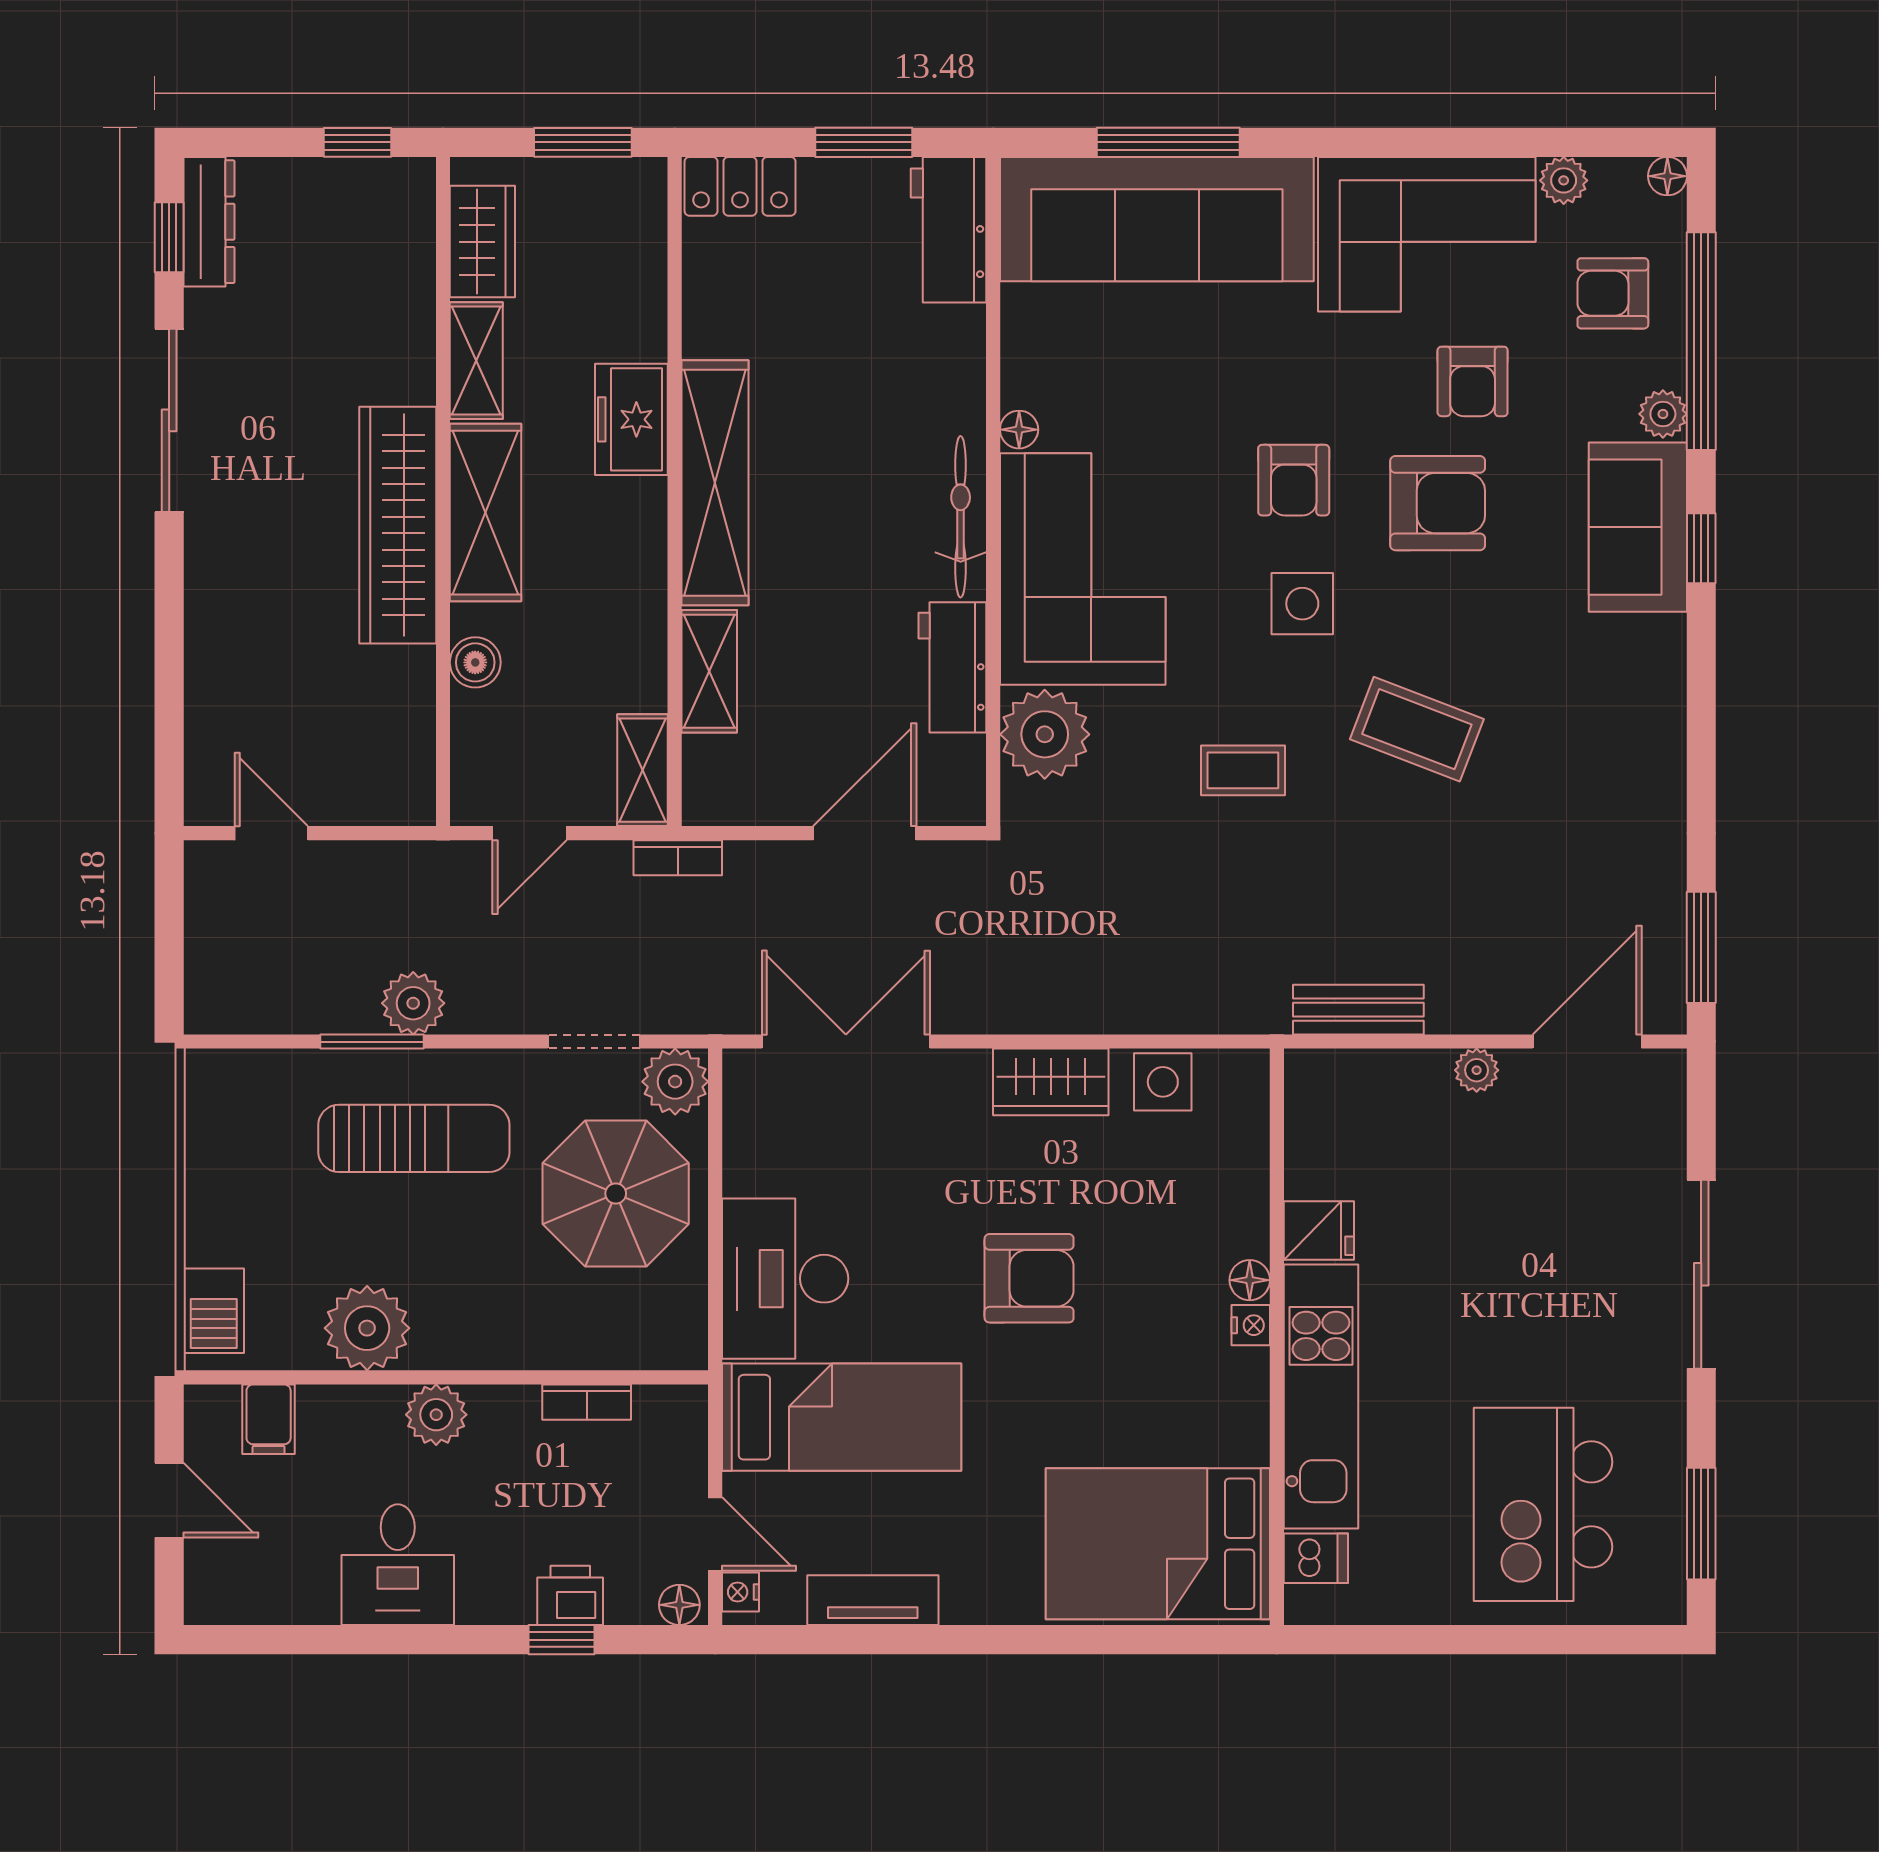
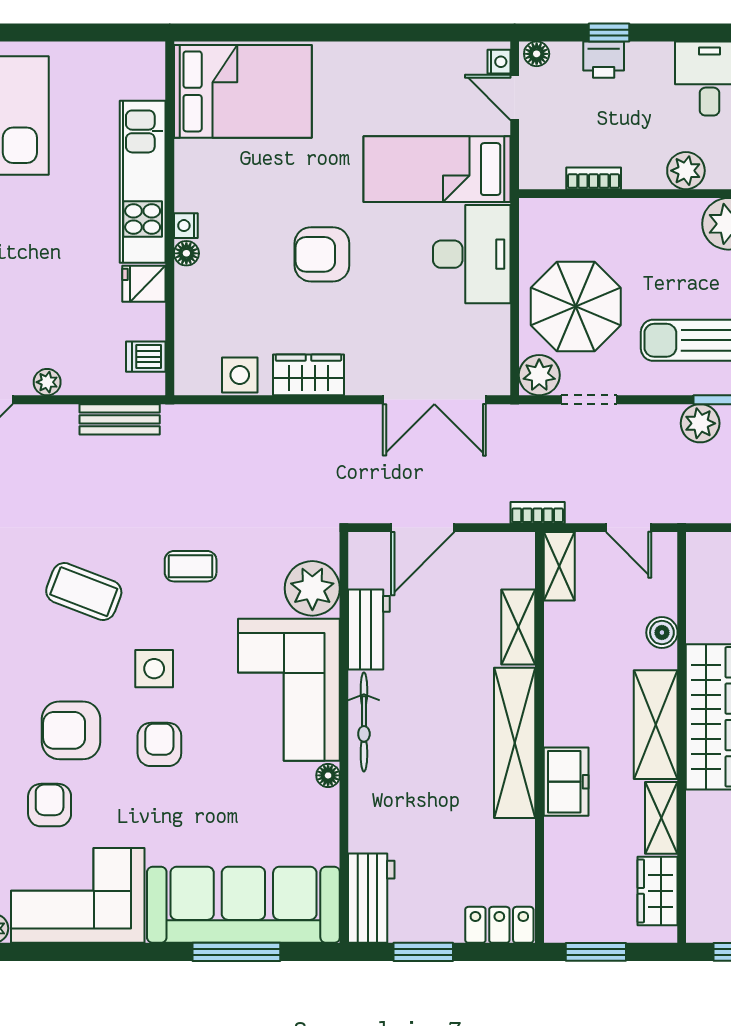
door: (530, 833) -> (629, 528), swing flipped
dishwasher: (1316, 1558) -> (146, 357), moved
tv unit: (873, 1600) -> (418, 57), removed

